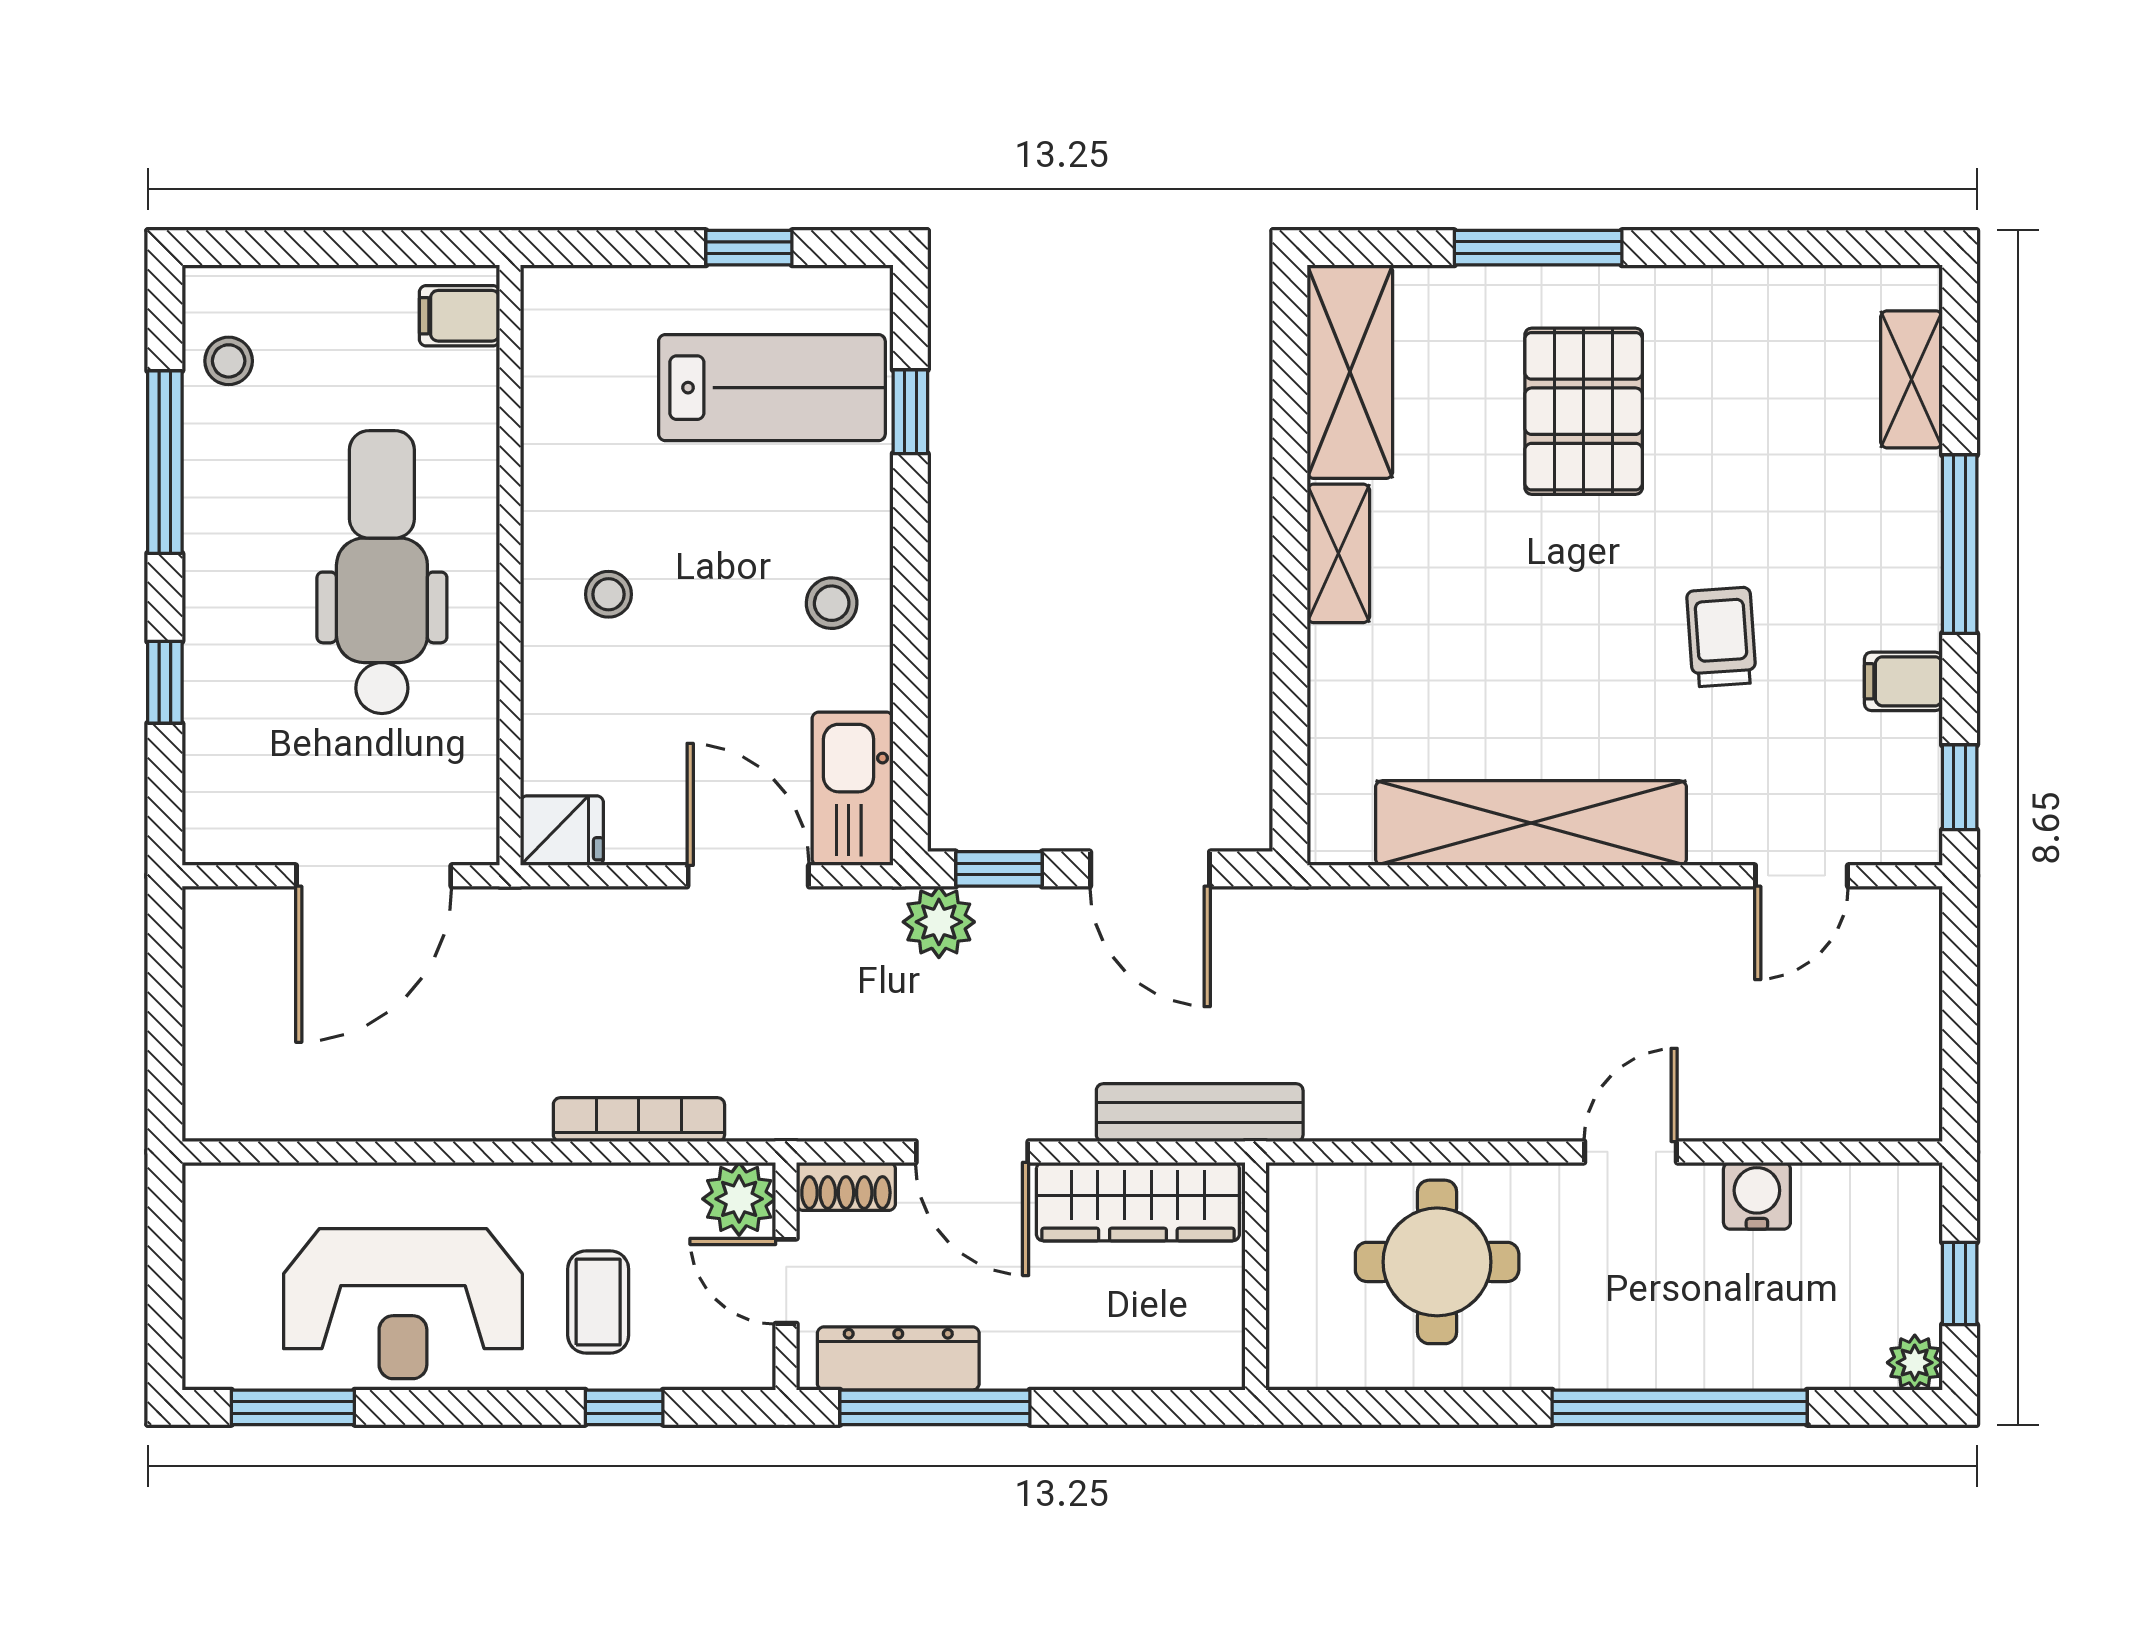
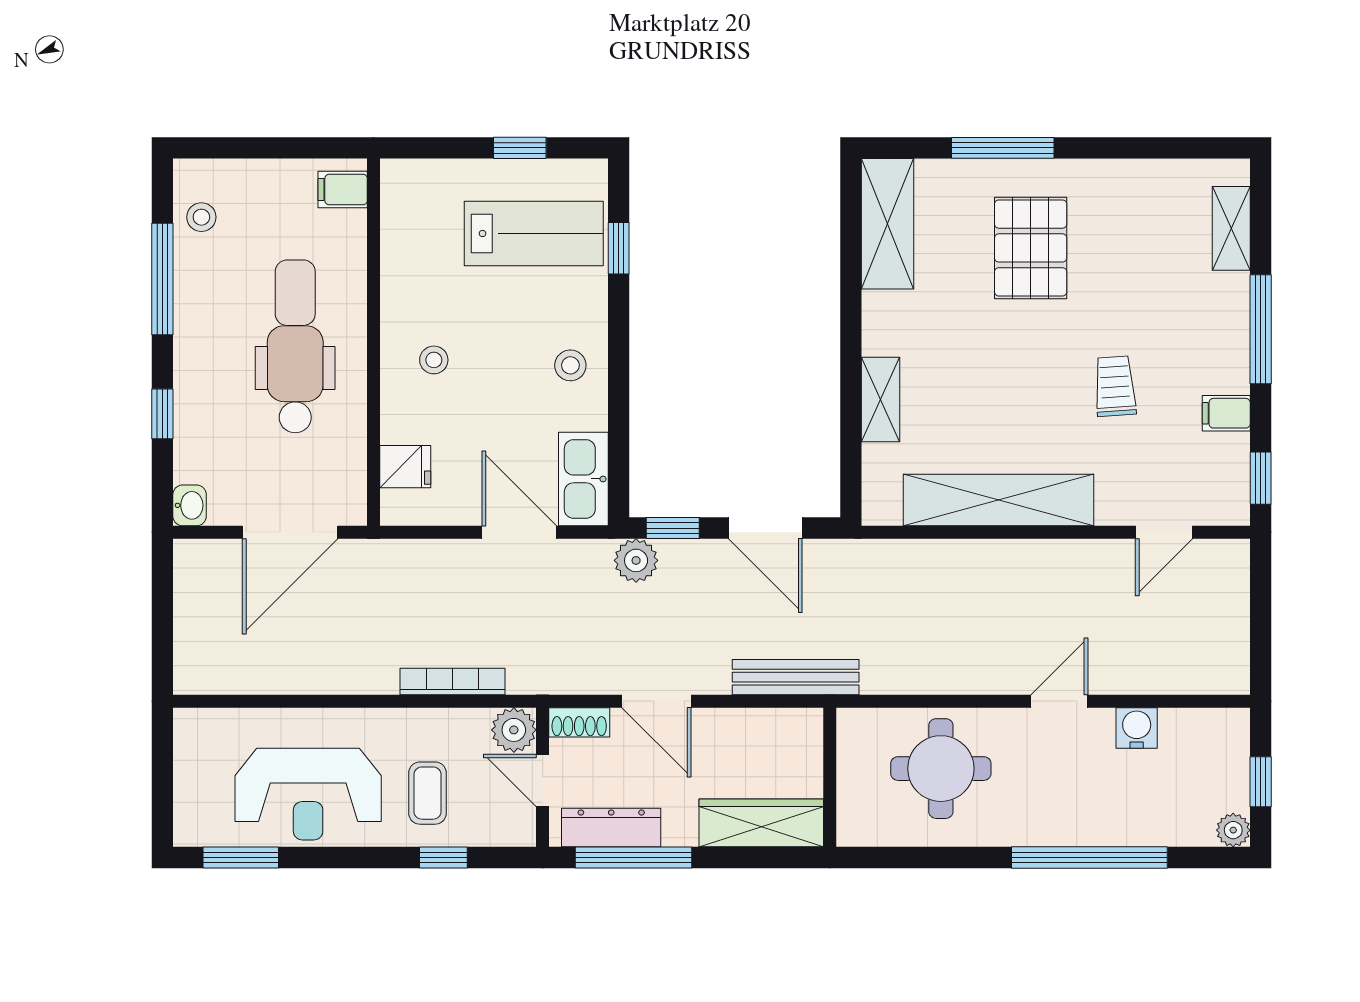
shelving: (1338, 553) -> (881, 399), moved
fridge: (562, 831) -> (405, 467), moved
washbasin: (209, 832) -> (190, 505), added
wardrobe: (1138, 1202) -> (761, 823), moved, turned 180

